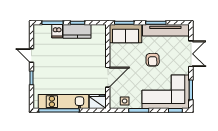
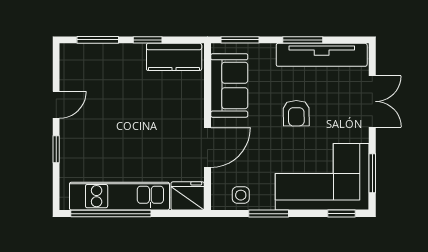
dishwasher: (57, 31) -> (107, 57), removed
kitchen counter: (77, 31) -> (174, 57), moved
sofa: (126, 34) -> (229, 85), moved, turned -90
door: (31, 55) -> (56, 105), swing flipped

